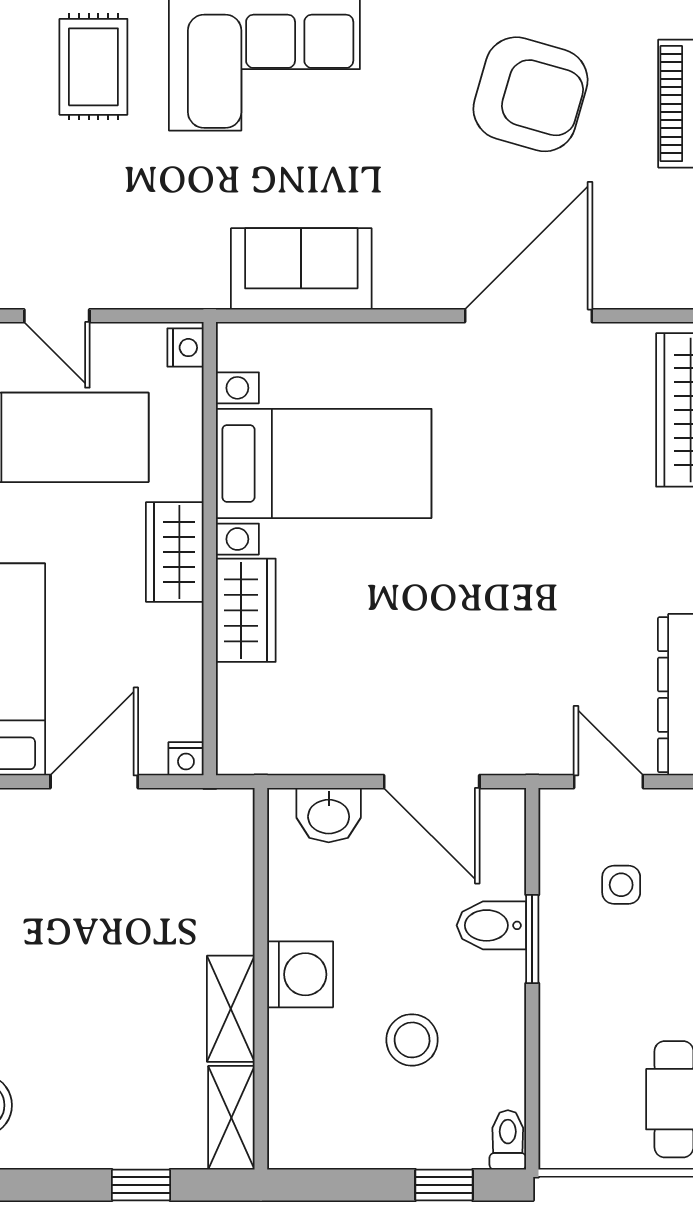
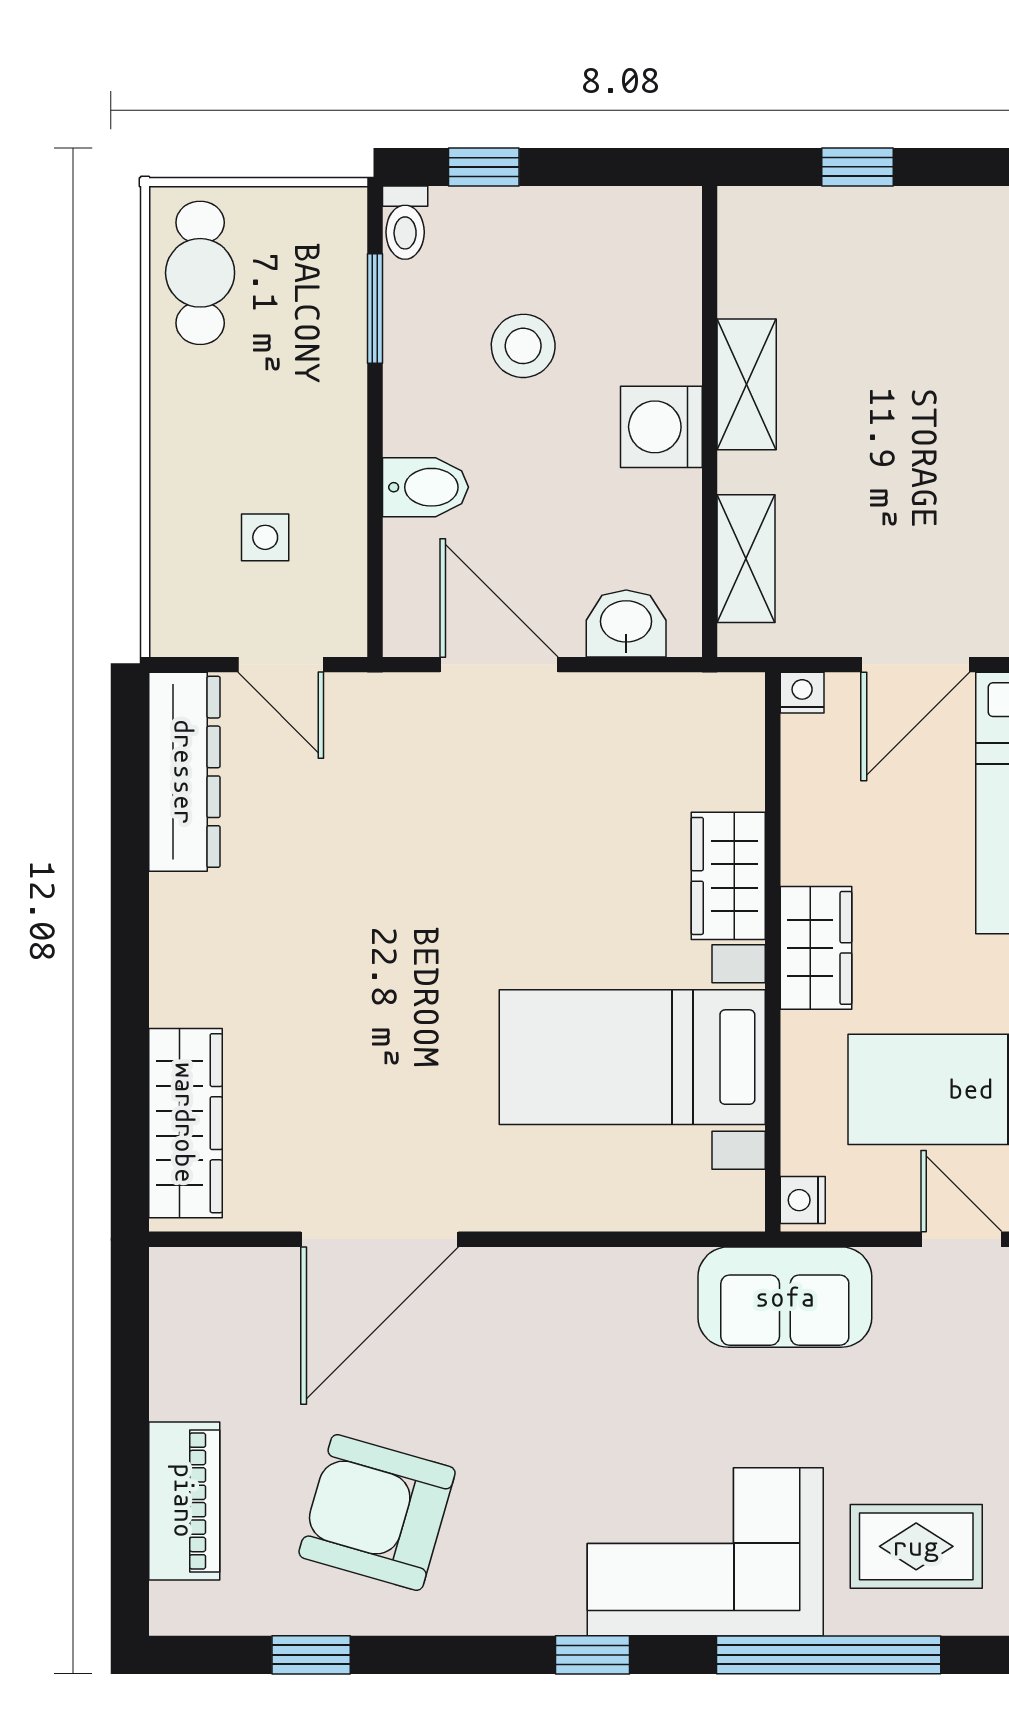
rug: (93, 67) -> (916, 1546), turned 90
sofa: (301, 269) -> (785, 1297), moved
window: (532, 939) -> (375, 309), moved
shelving: (231, 1118) -> (746, 559), moved

